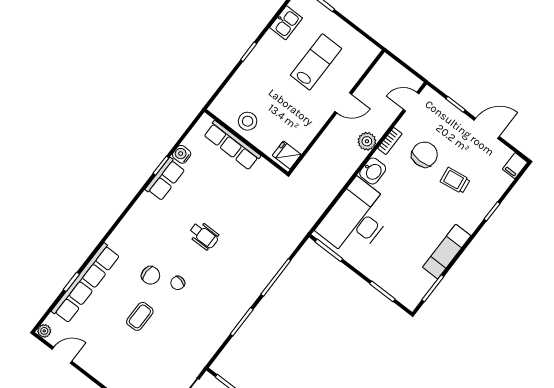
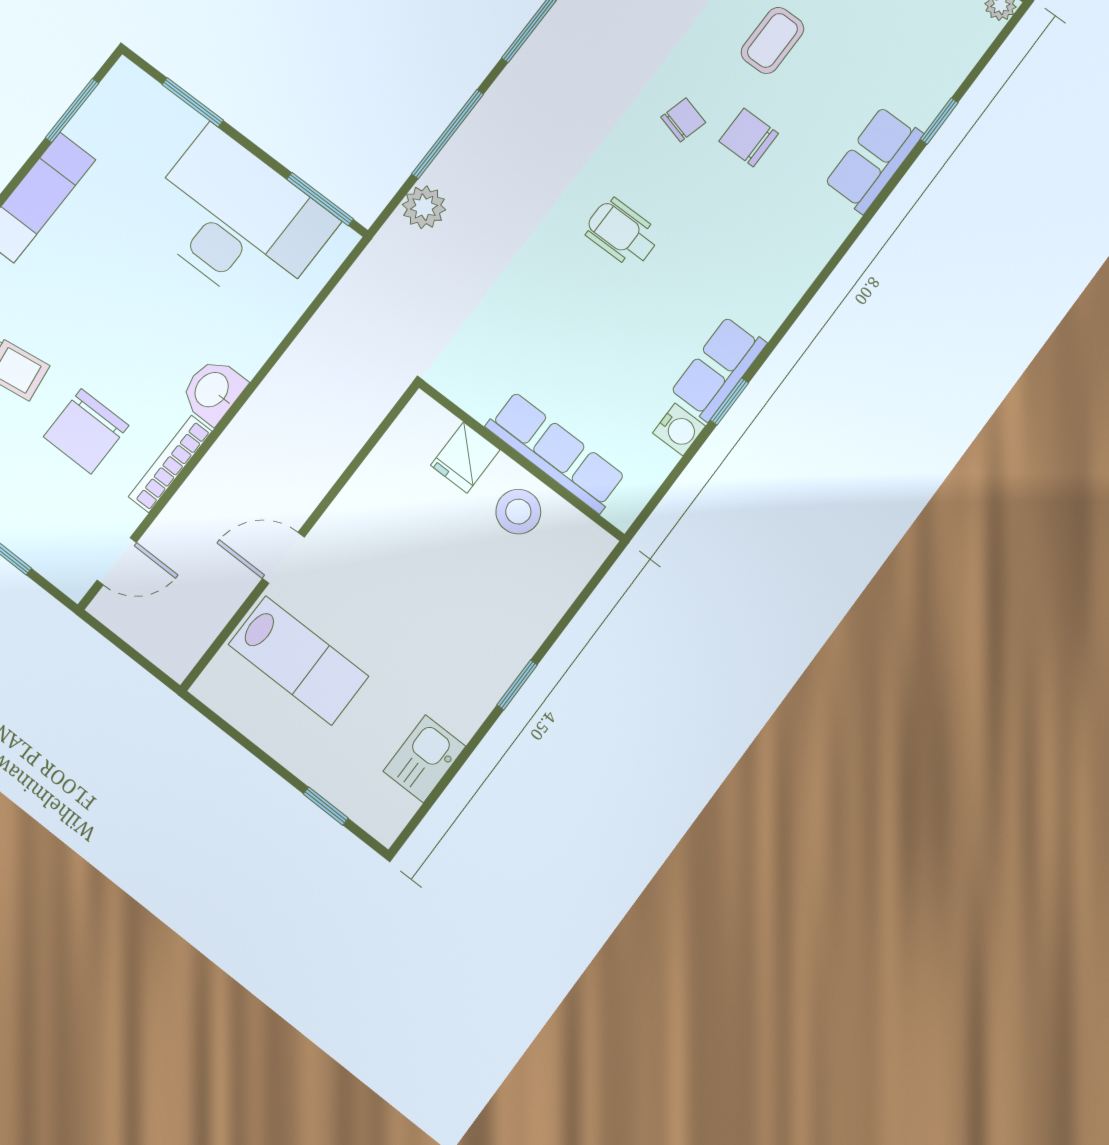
lab bench: (316, 62) -> (298, 660), moved, turned -90
plant: (367, 141) -> (424, 207), moved
bookcase: (390, 141) -> (170, 464), width x1.56
fridge: (287, 155) -> (465, 458), moved, turned 90
desk: (356, 219) -> (237, 220), moved, turned -90
row of seats: (86, 283) -> (874, 159), width x0.50

